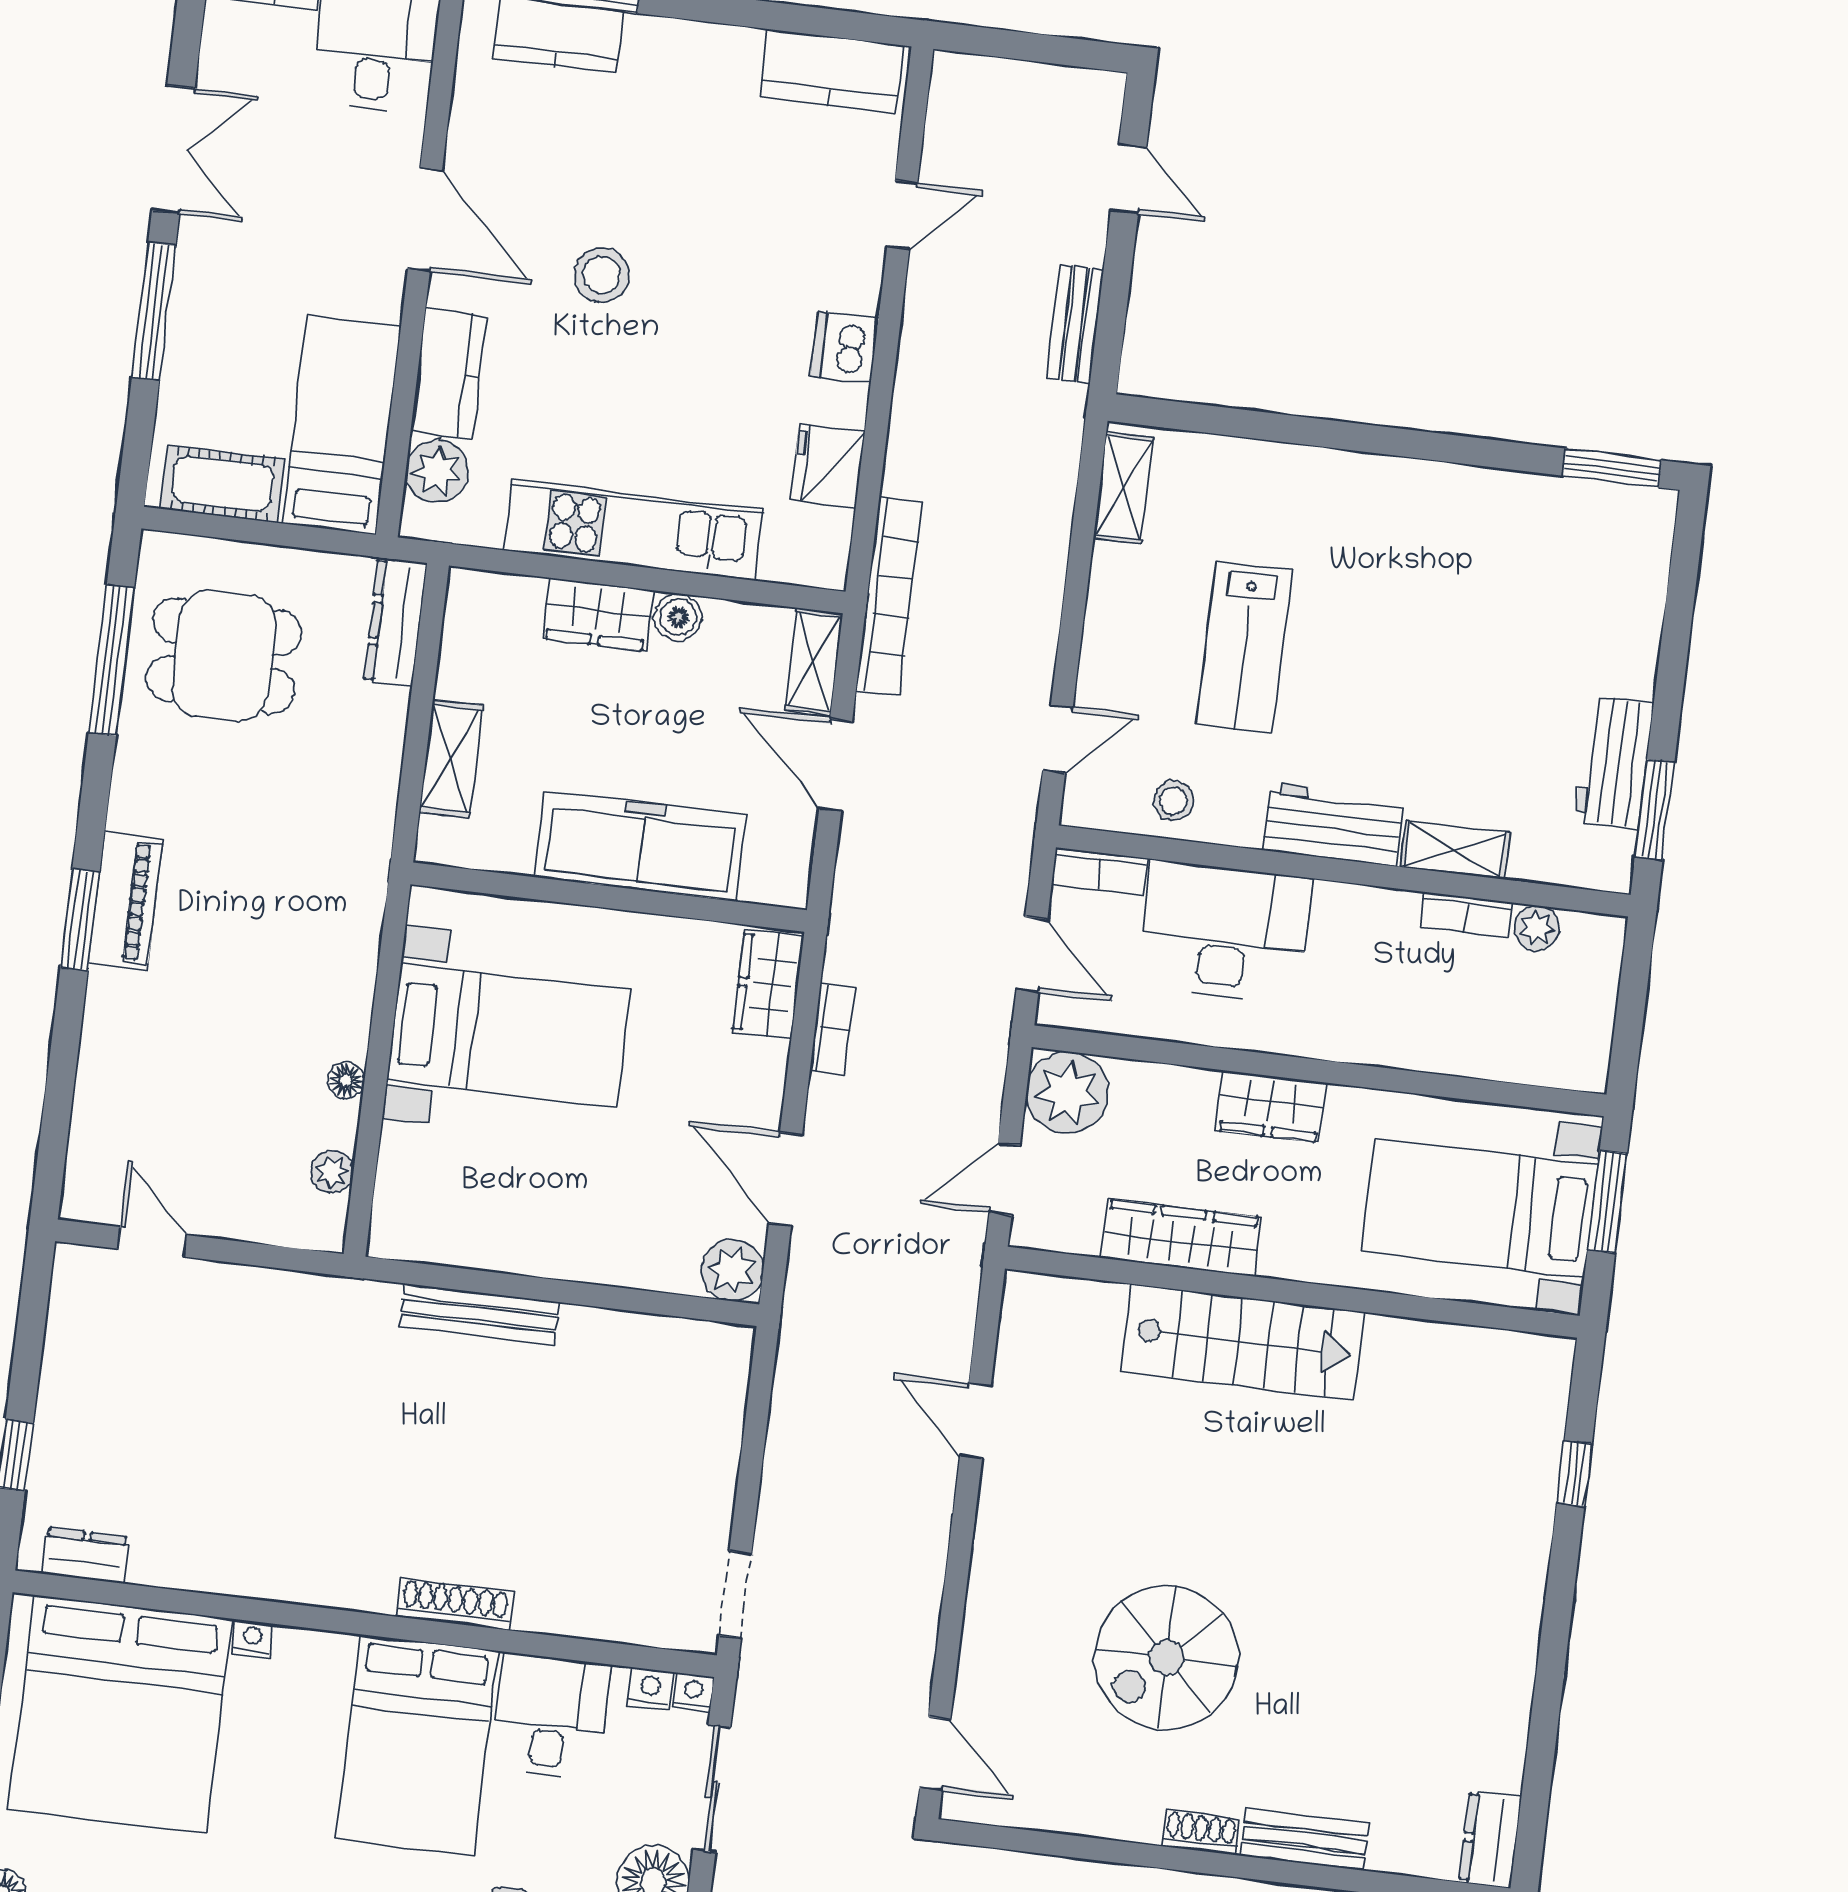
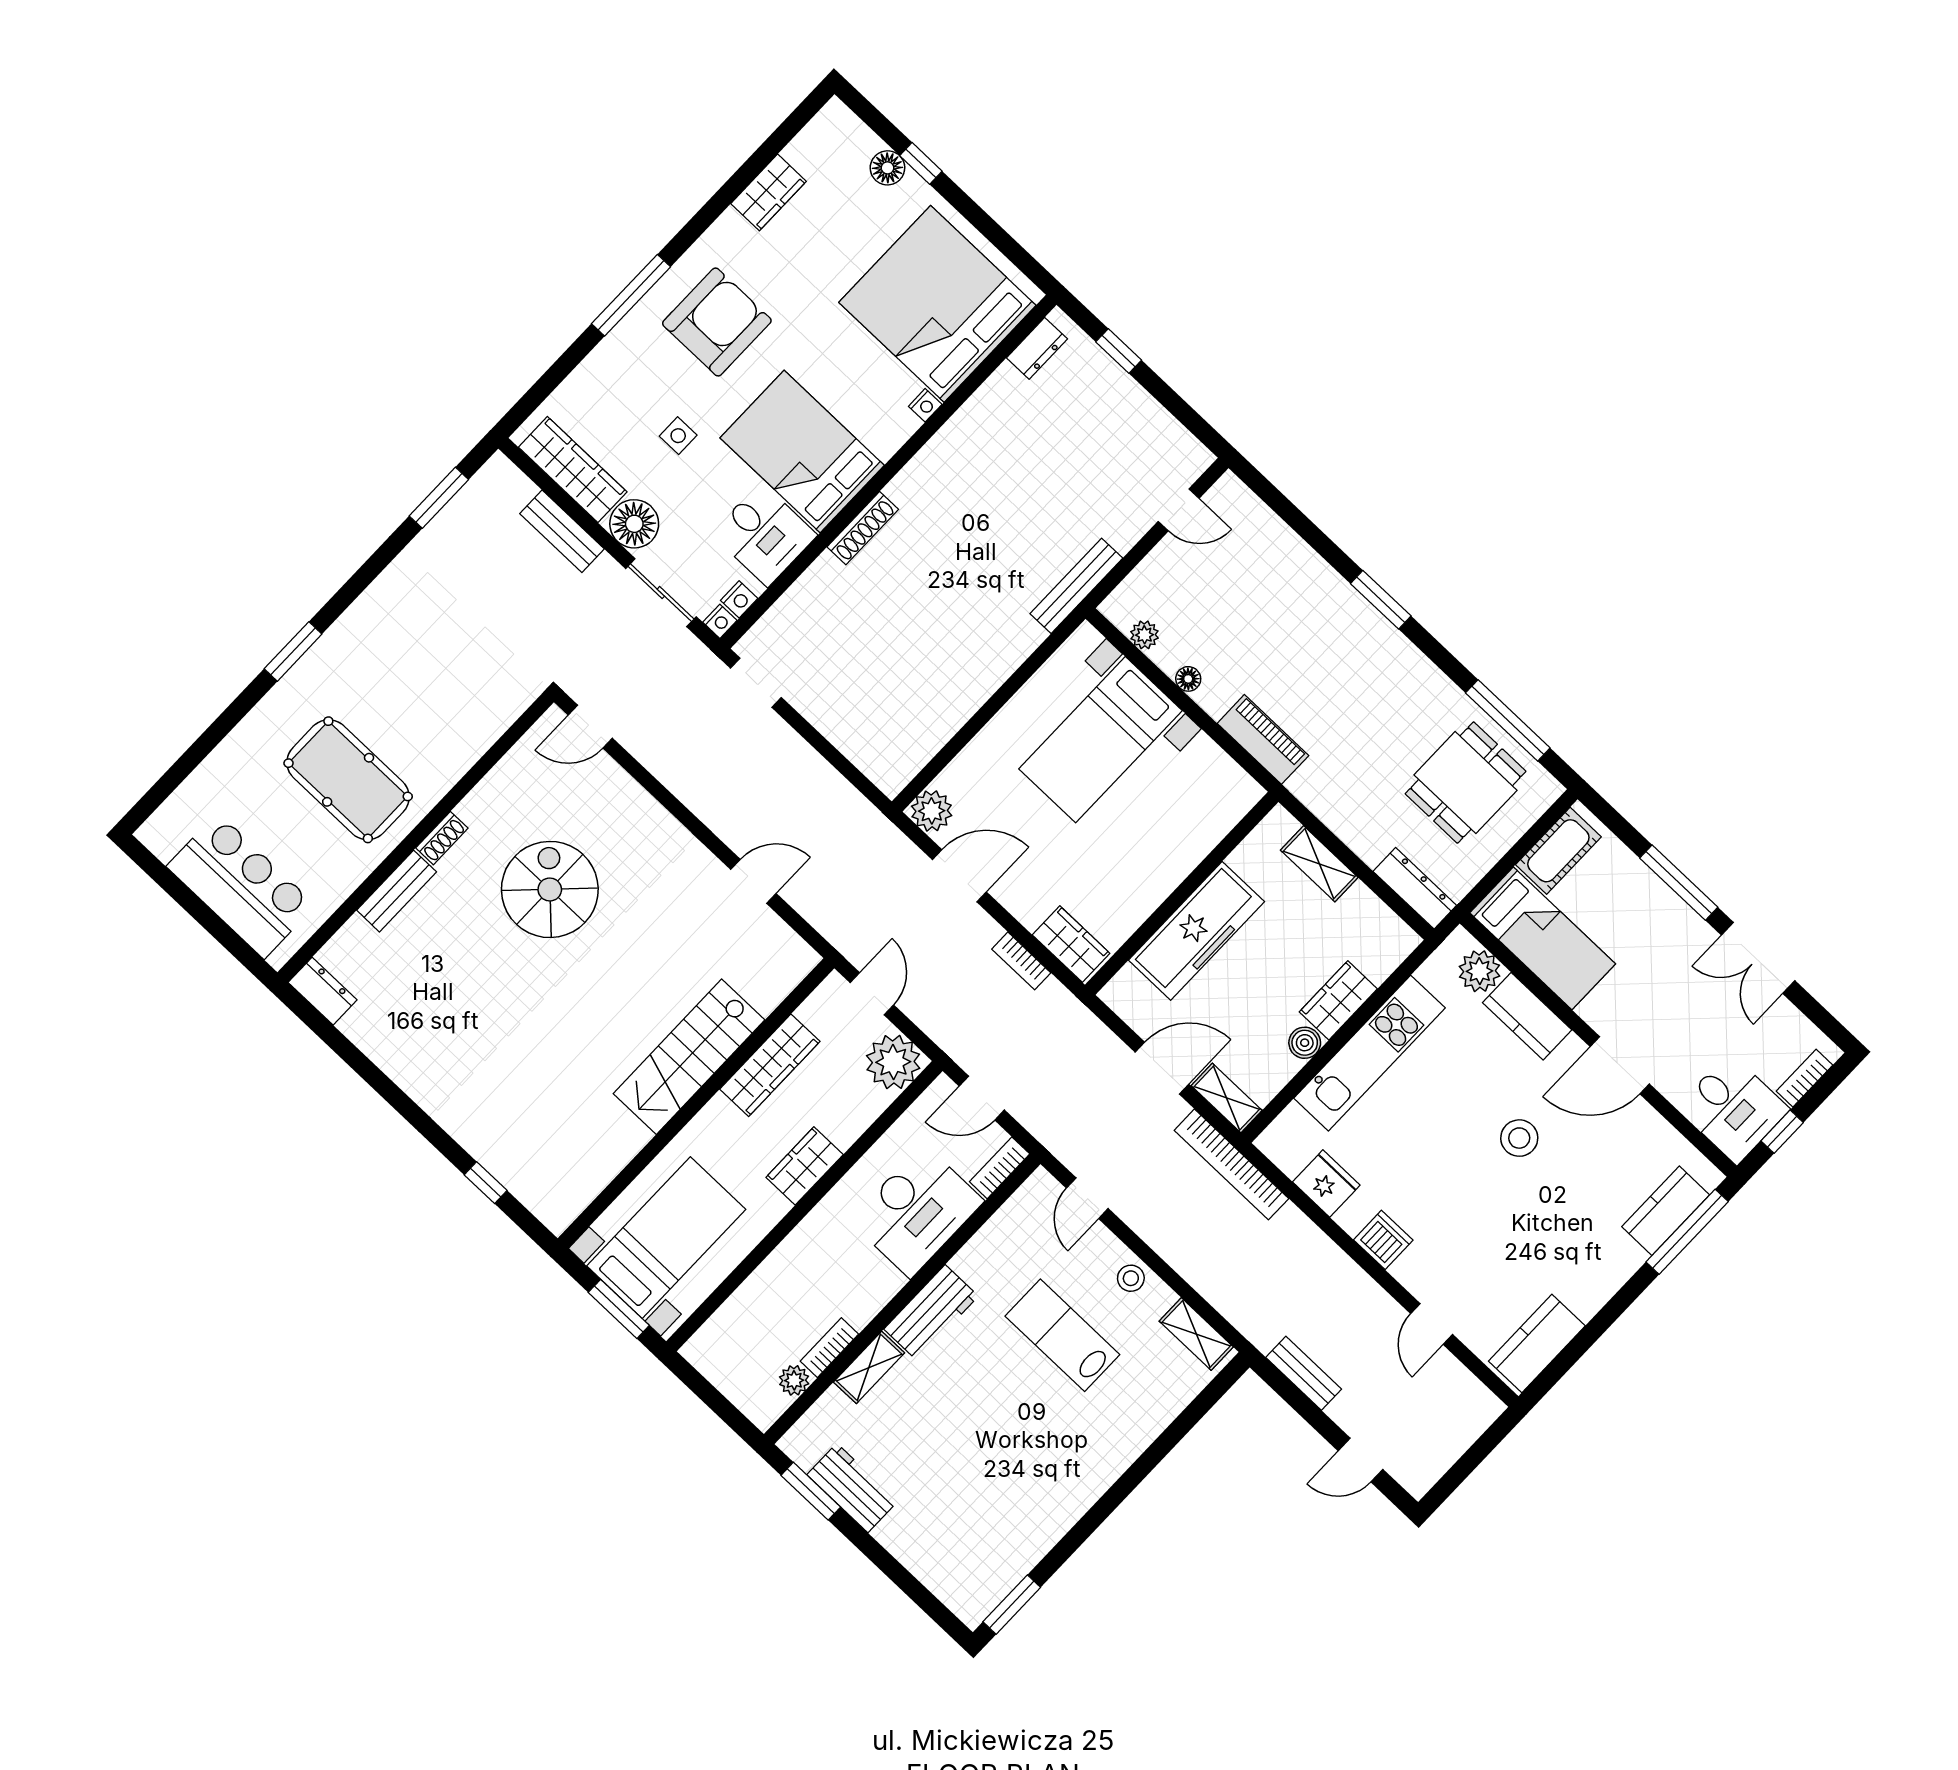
stool: (1173, 801) -> (1131, 1278), moved
piano: (126, 901) -> (1263, 739), moved, turned 180
bed with nightstands: (508, 1035) -> (1101, 740), moved
bench: (479, 1314) -> (1076, 586), moved

